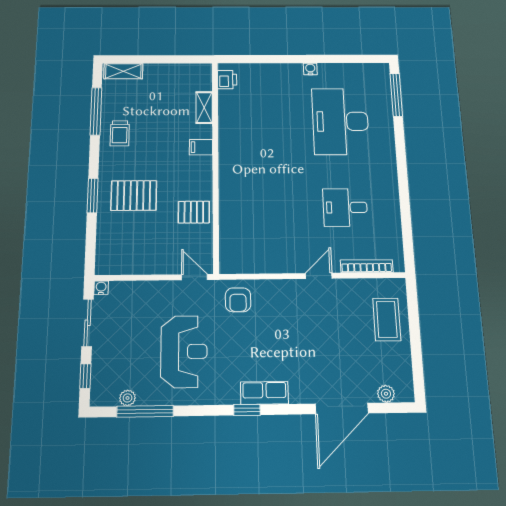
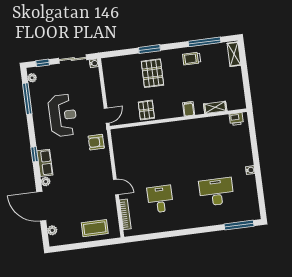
desk: (340, 121) -> (216, 192), width x0.73, depth x0.77
reception desk: (184, 352) -> (63, 115), turned -90
plant: (298, 395) -> (46, 182), added
plant: (128, 398) -> (32, 78), moved

